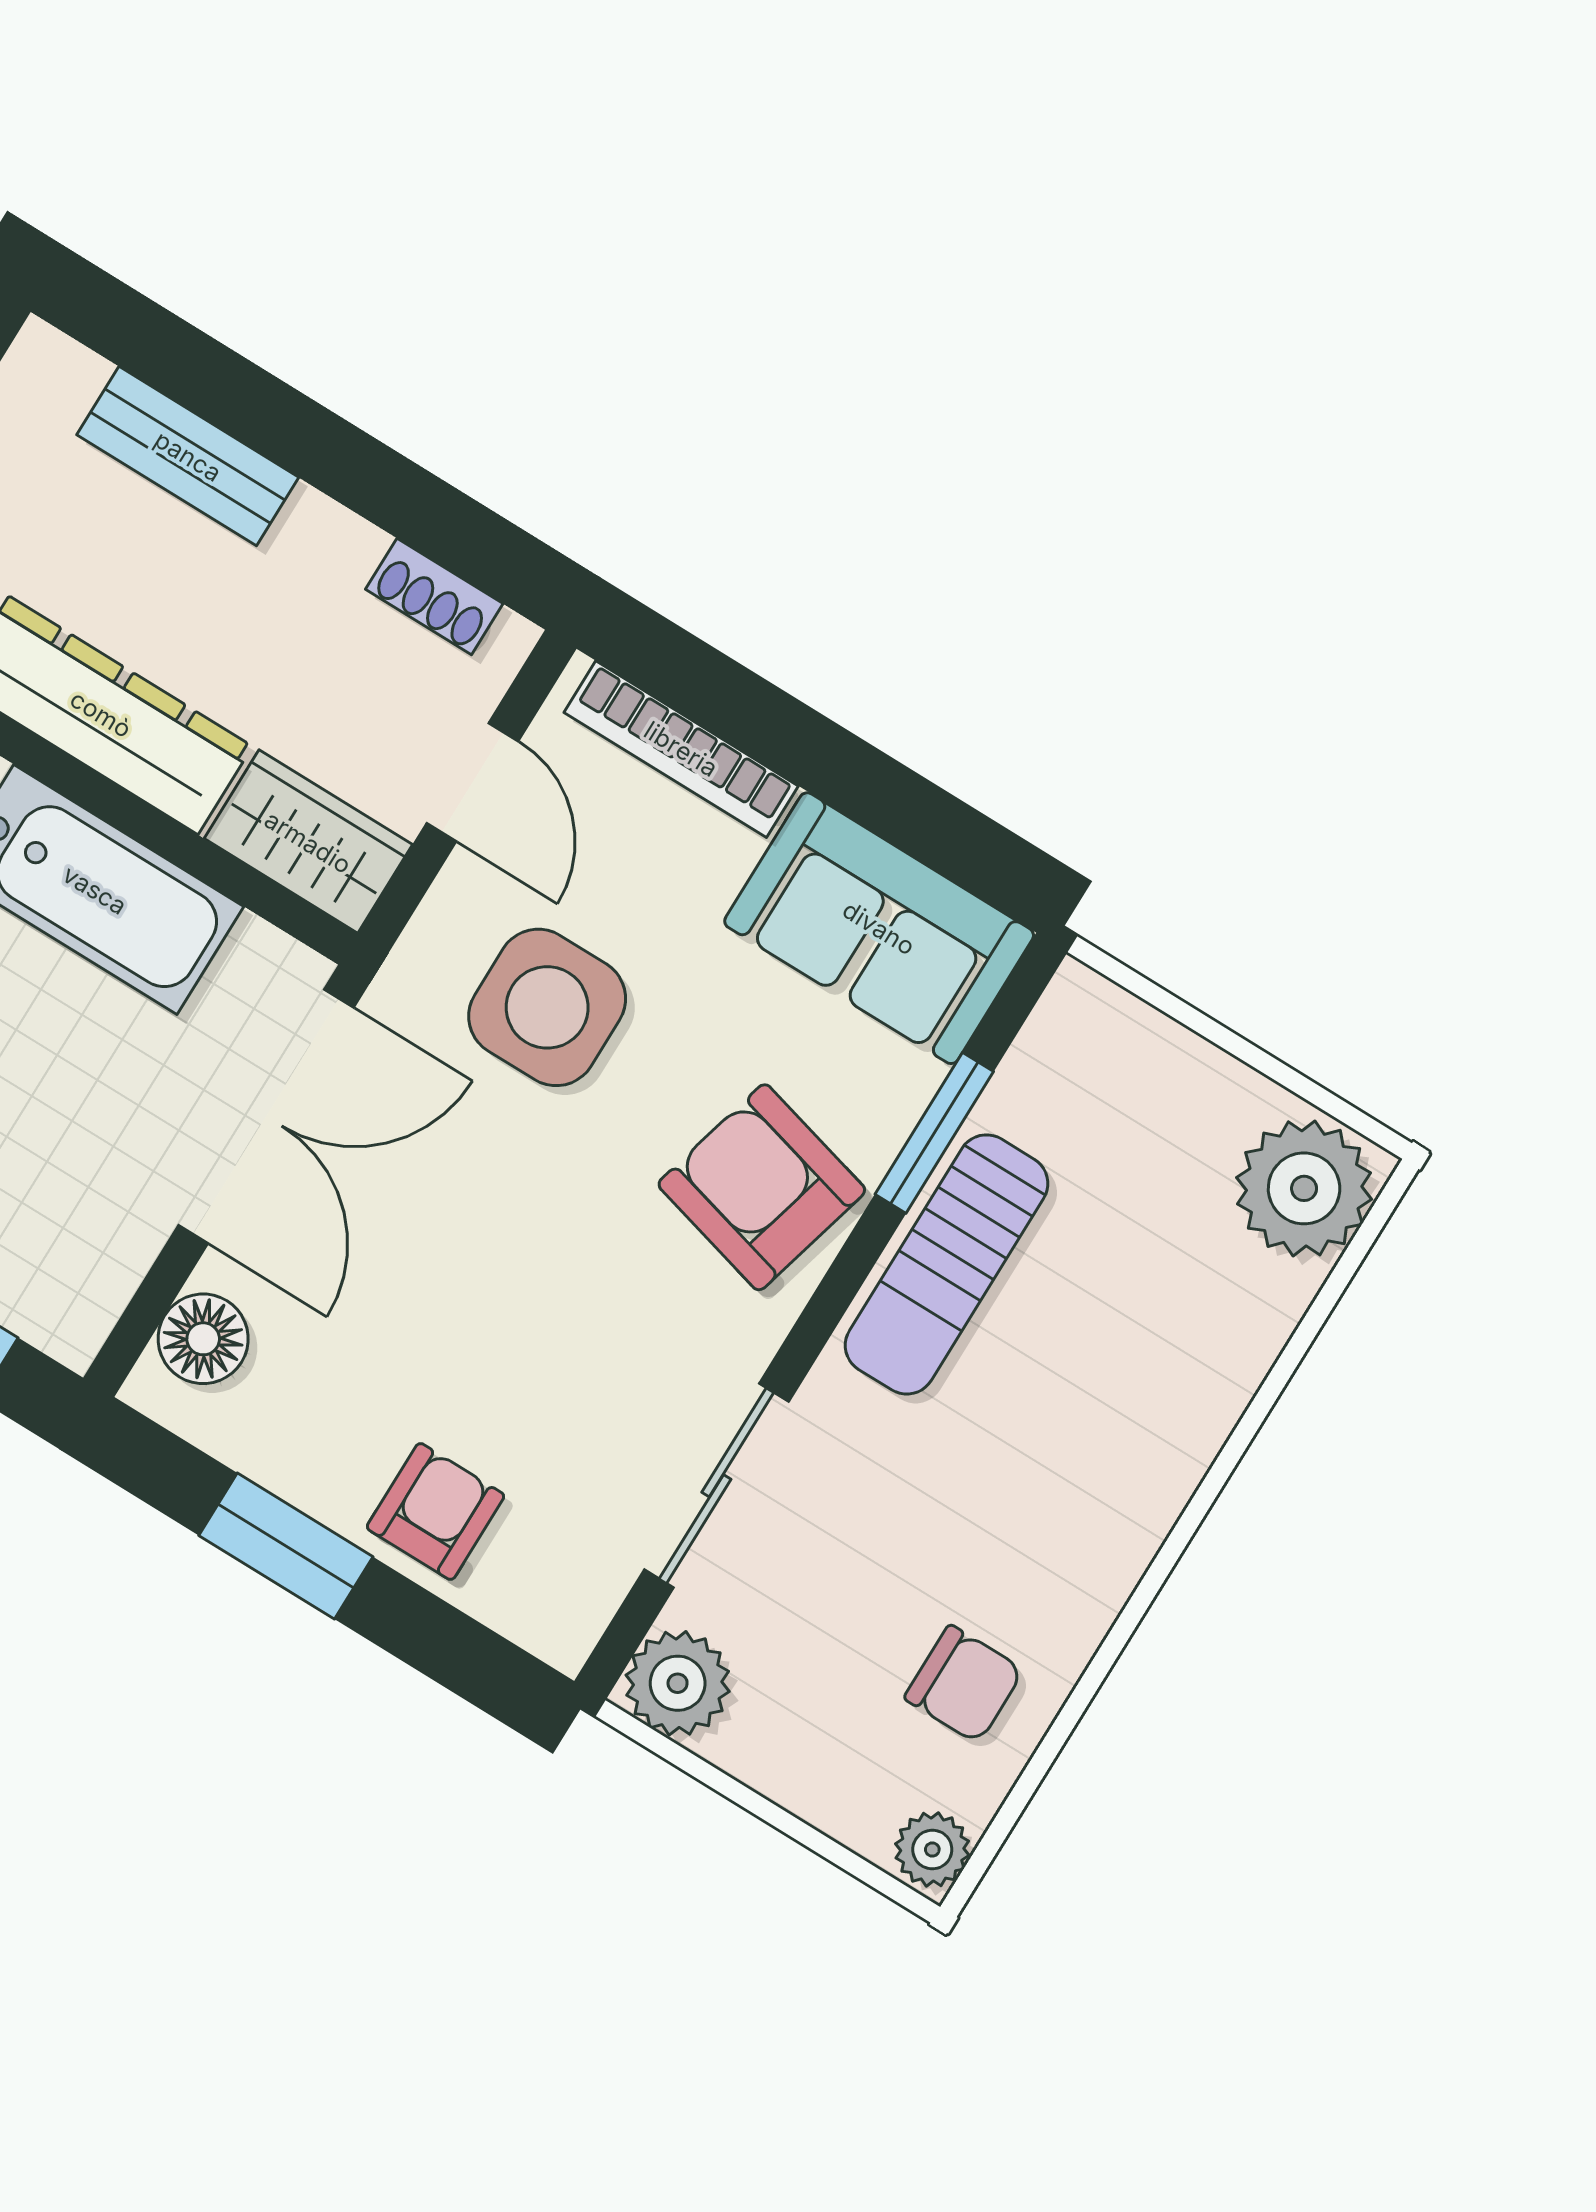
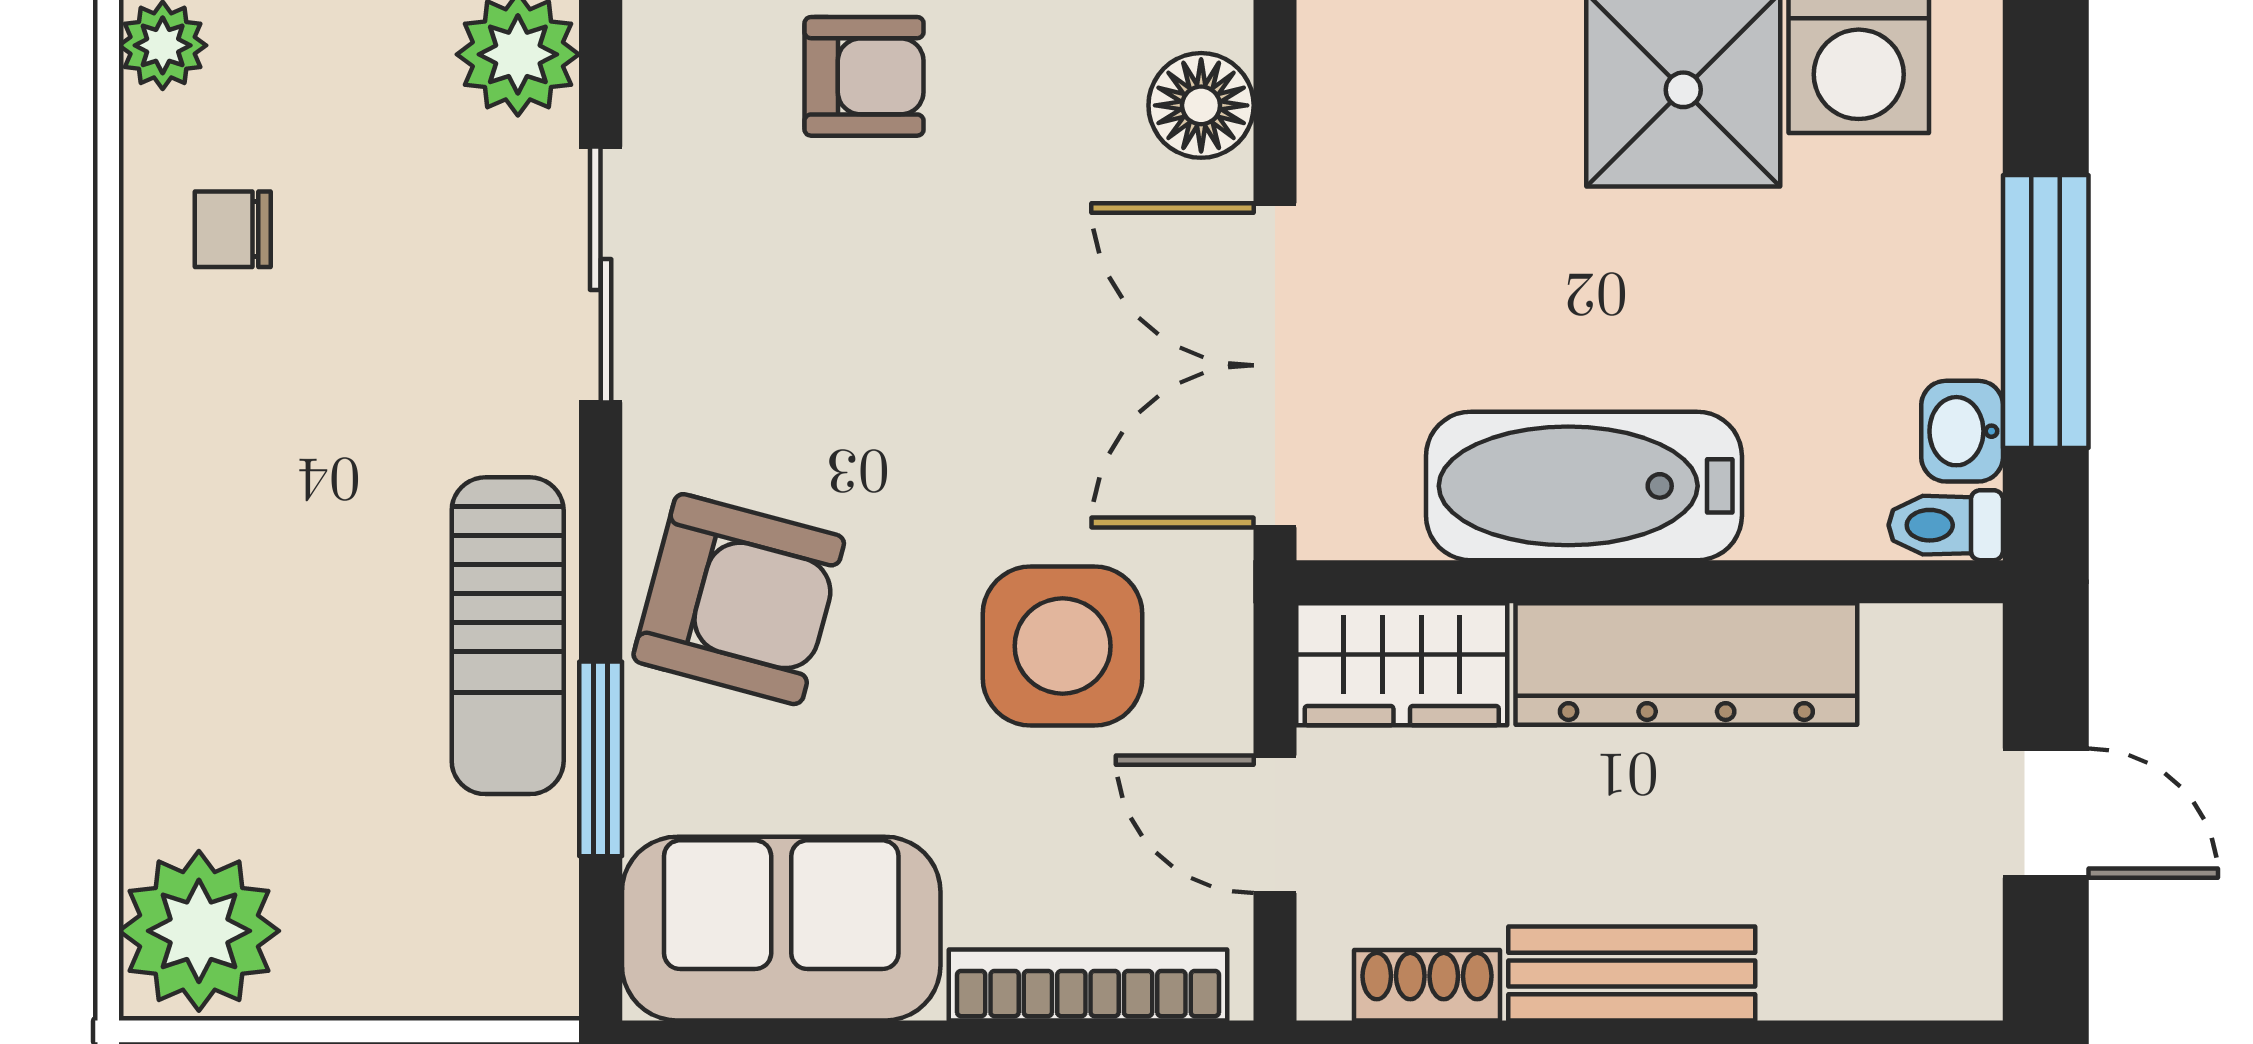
bench: (188, 456) -> (1632, 974), moved
sun lounger: (947, 1264) -> (508, 636), turned 180
armchair: (435, 1512) -> (864, 76), turned -90
chair: (964, 1684) -> (233, 229), width x0.73, depth x0.73

